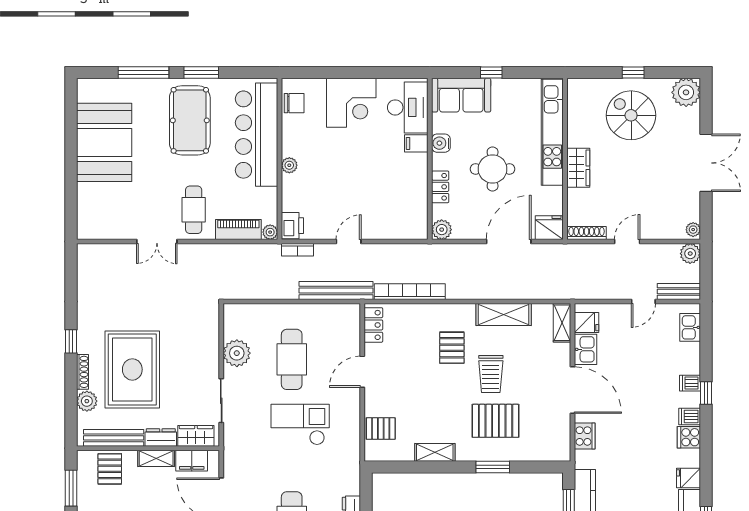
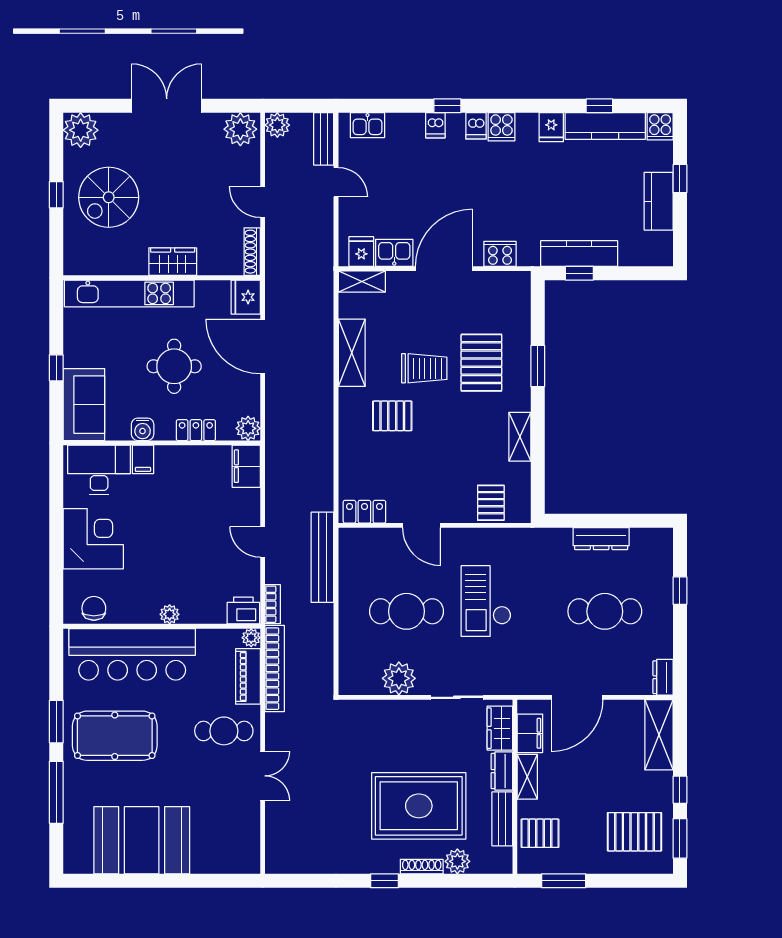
filing cabinet: (411, 228) -> (246, 466), added
plant: (693, 230) -> (240, 129), width x1.88, depth x1.88
bookcase: (410, 292) -> (275, 669), moved, turned 180
bench: (114, 438) -> (502, 819), width x0.73

